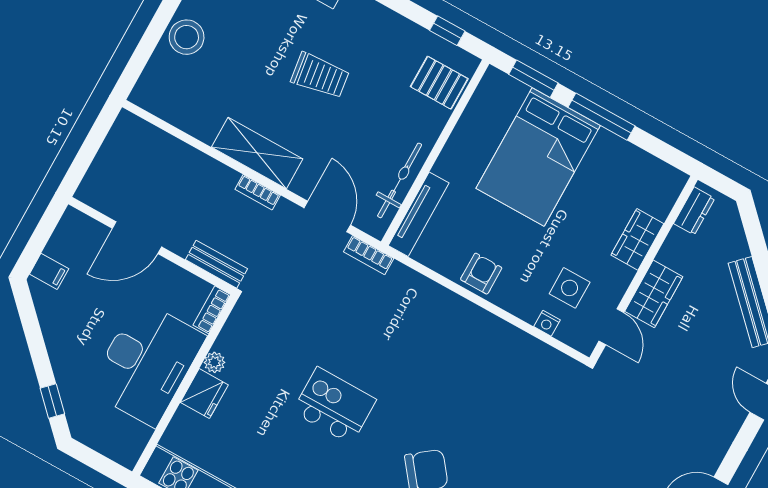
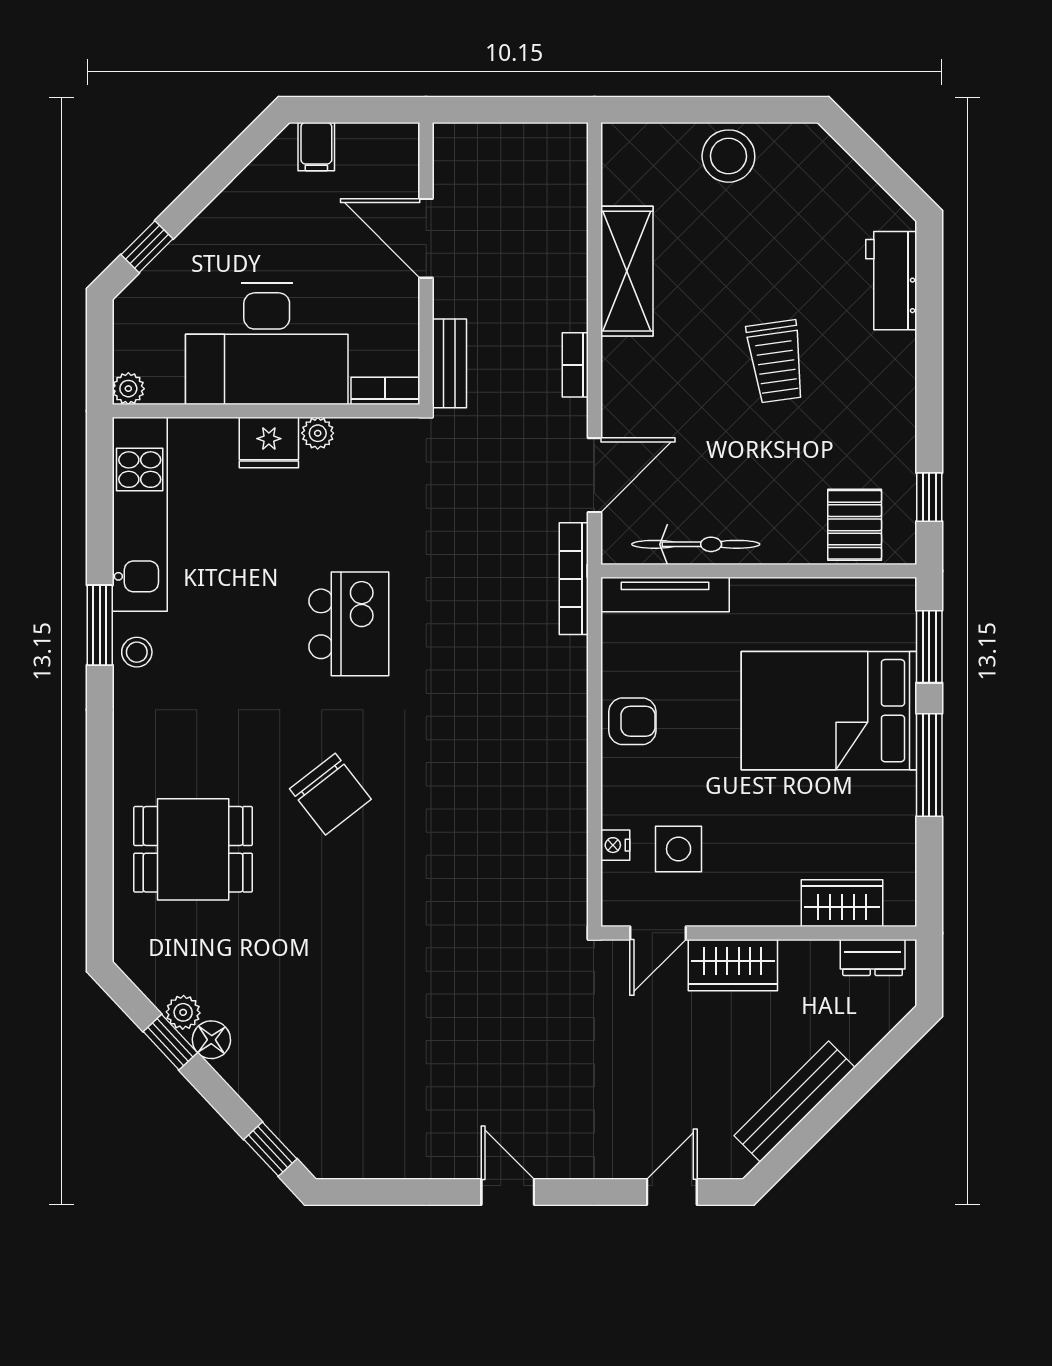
shelving: (257, 153) -> (627, 271), moved
wardrobe: (637, 239) -> (842, 903), moved
bookcase: (369, 255) -> (574, 579), width x1.56
plant: (128, 457) -> (128, 389), added

